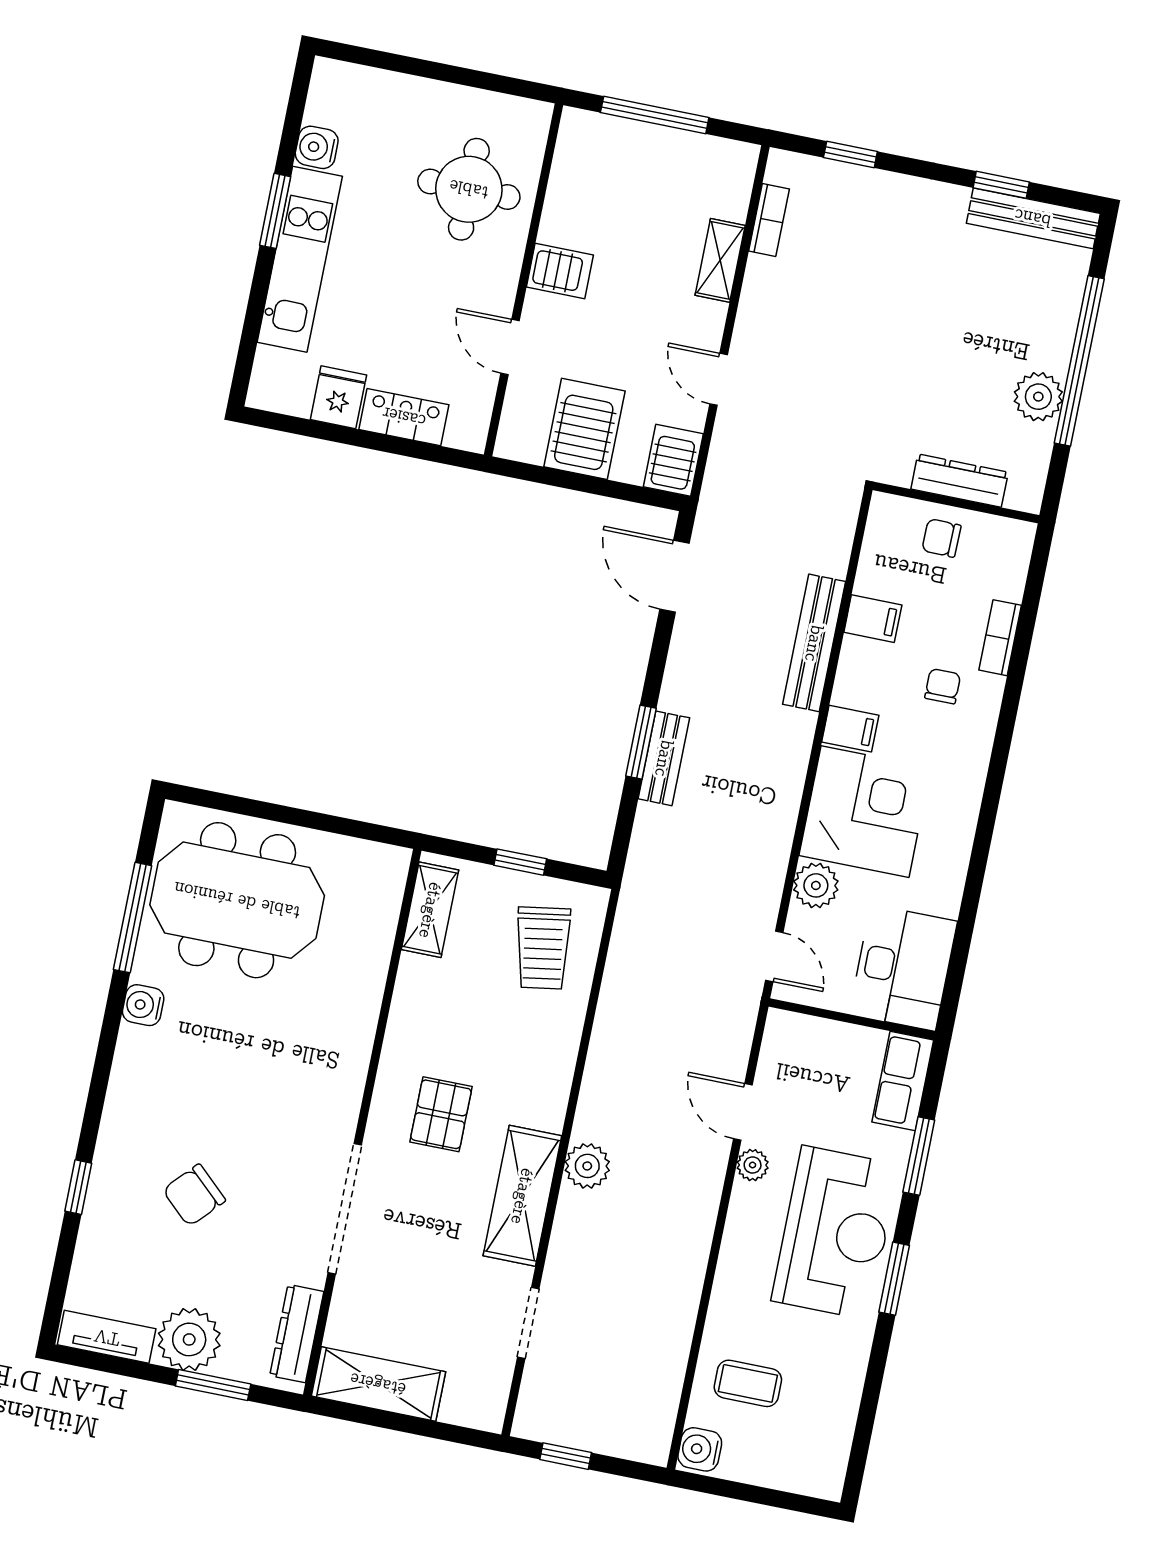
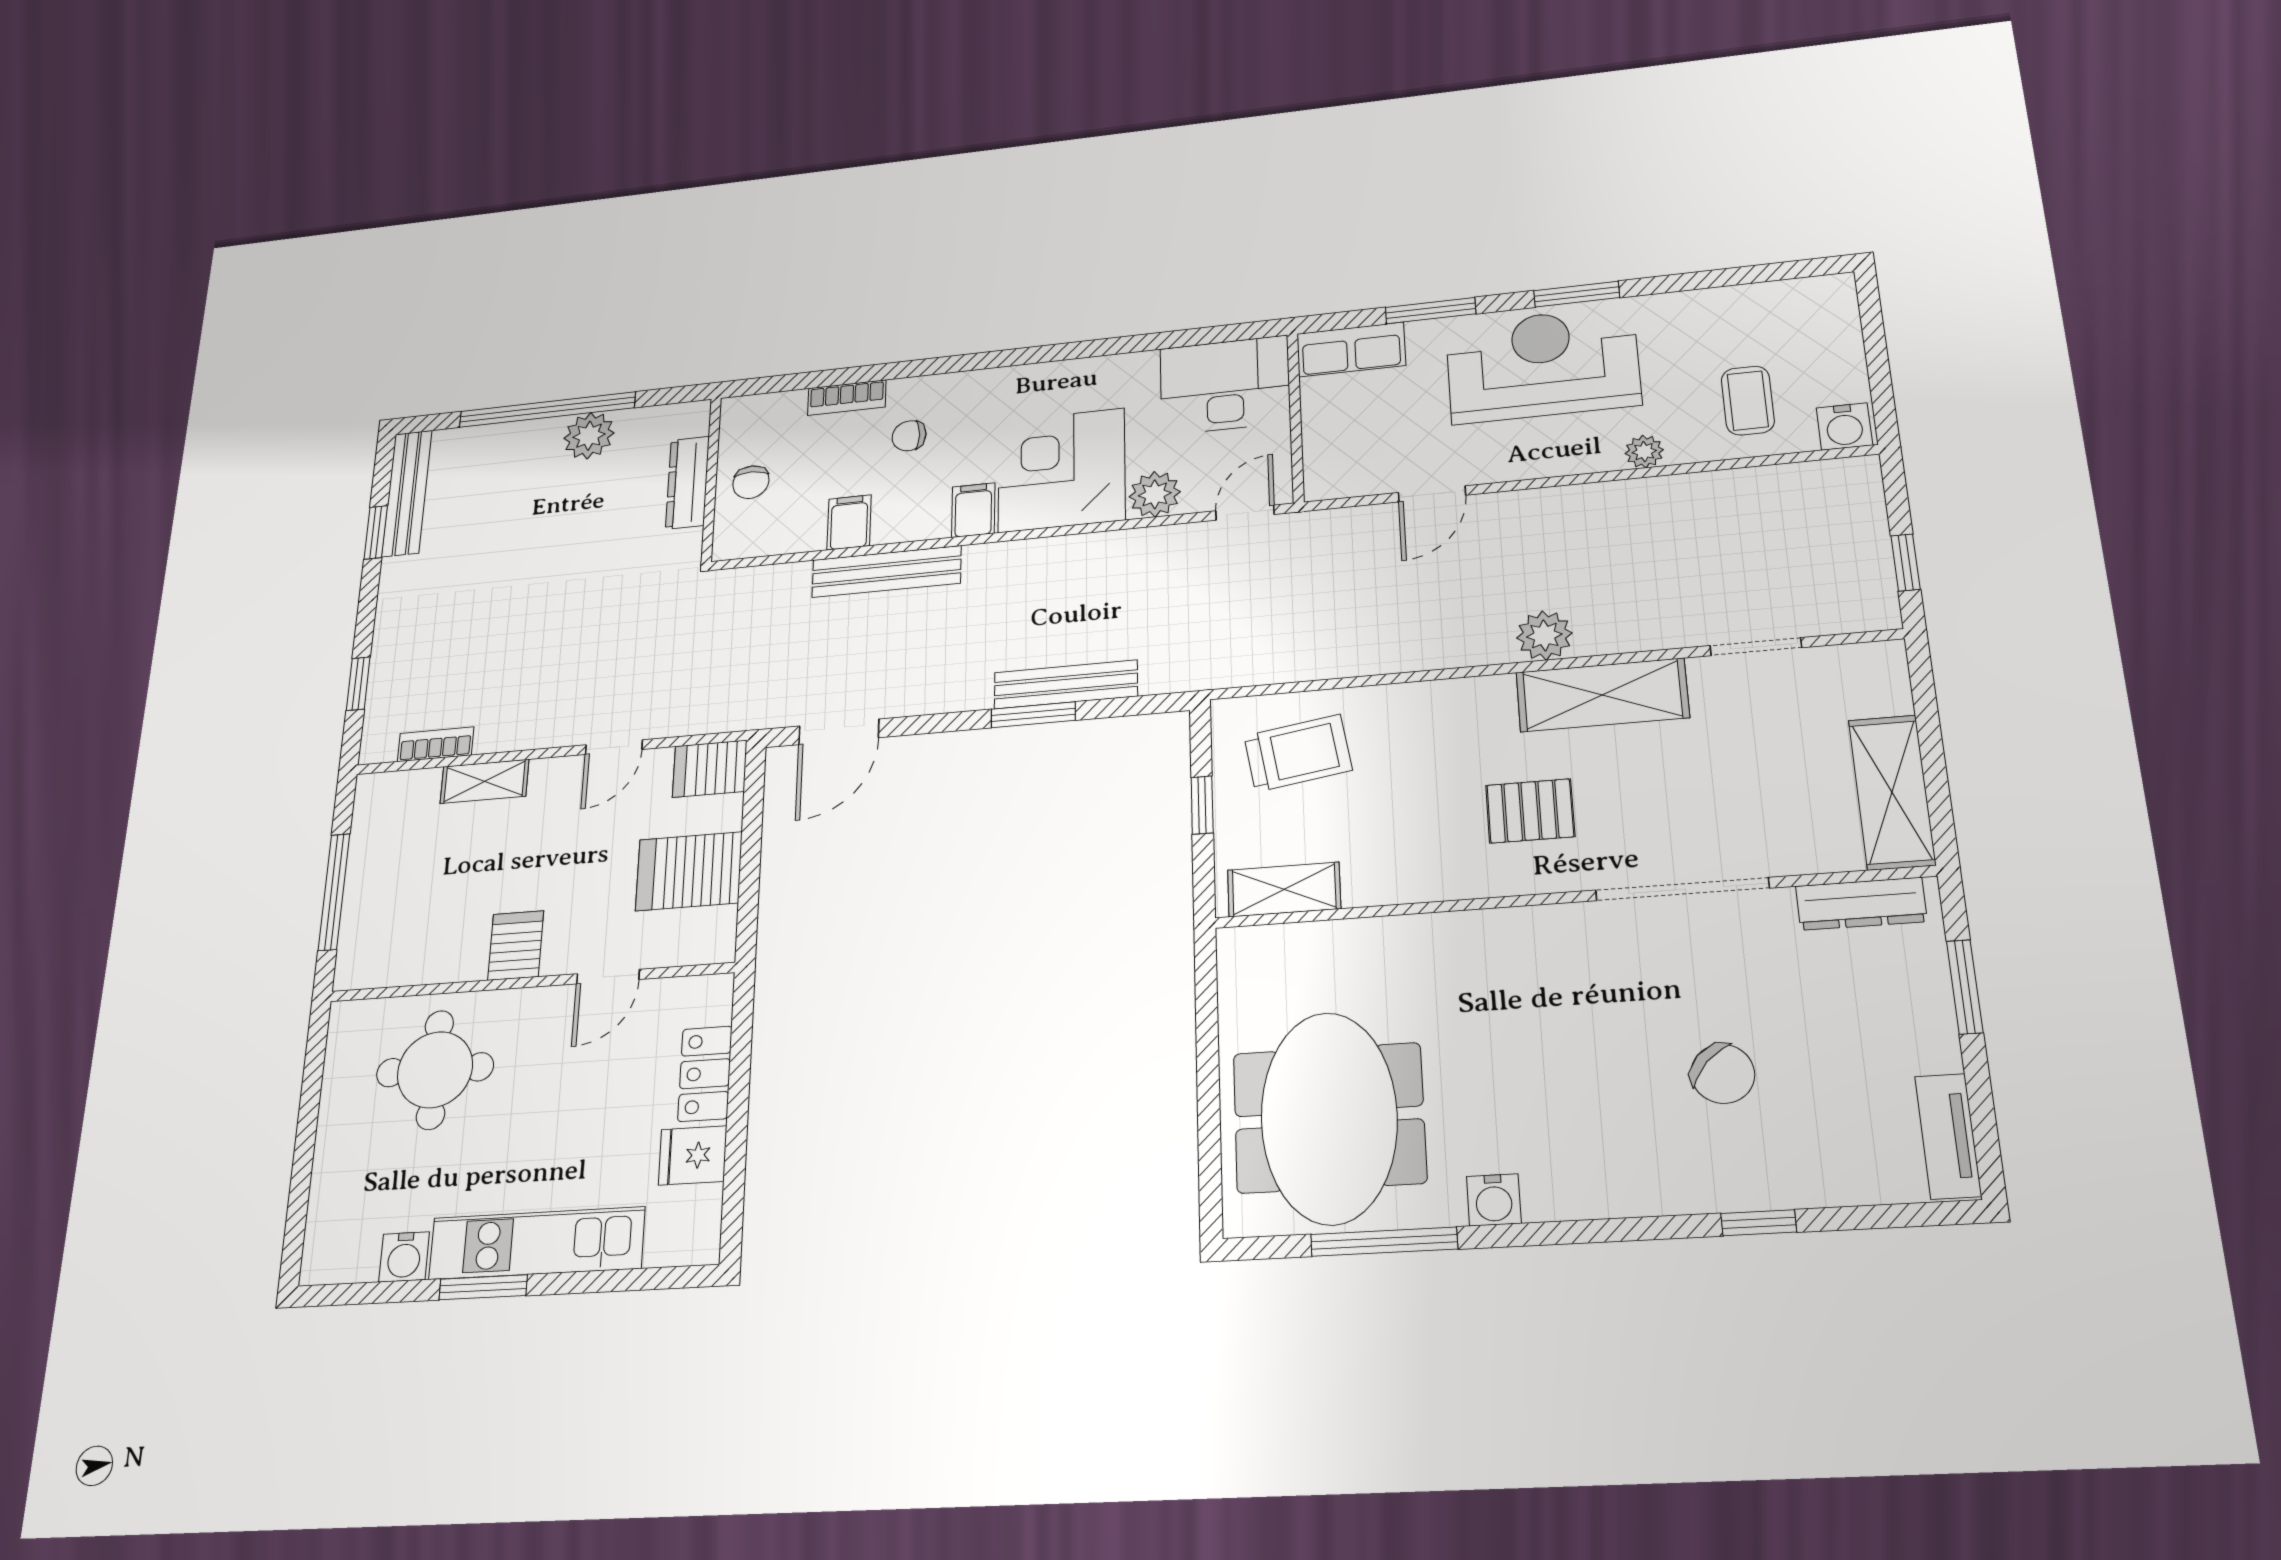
bench: (664, 758) -> (1066, 684), width x1.36
plant: (753, 1165) -> (1644, 452), moved
plant: (189, 1339) -> (1915, 1031), removed

